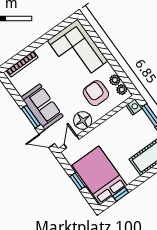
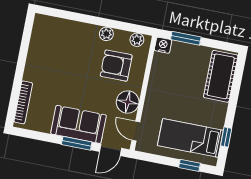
corner sofa: (78, 51) -> (63, 42), removed
plant: (115, 80) -> (106, 34), moved
bed: (99, 175) -> (190, 138), width x0.67
window: (77, 182) -> (190, 165), moved

